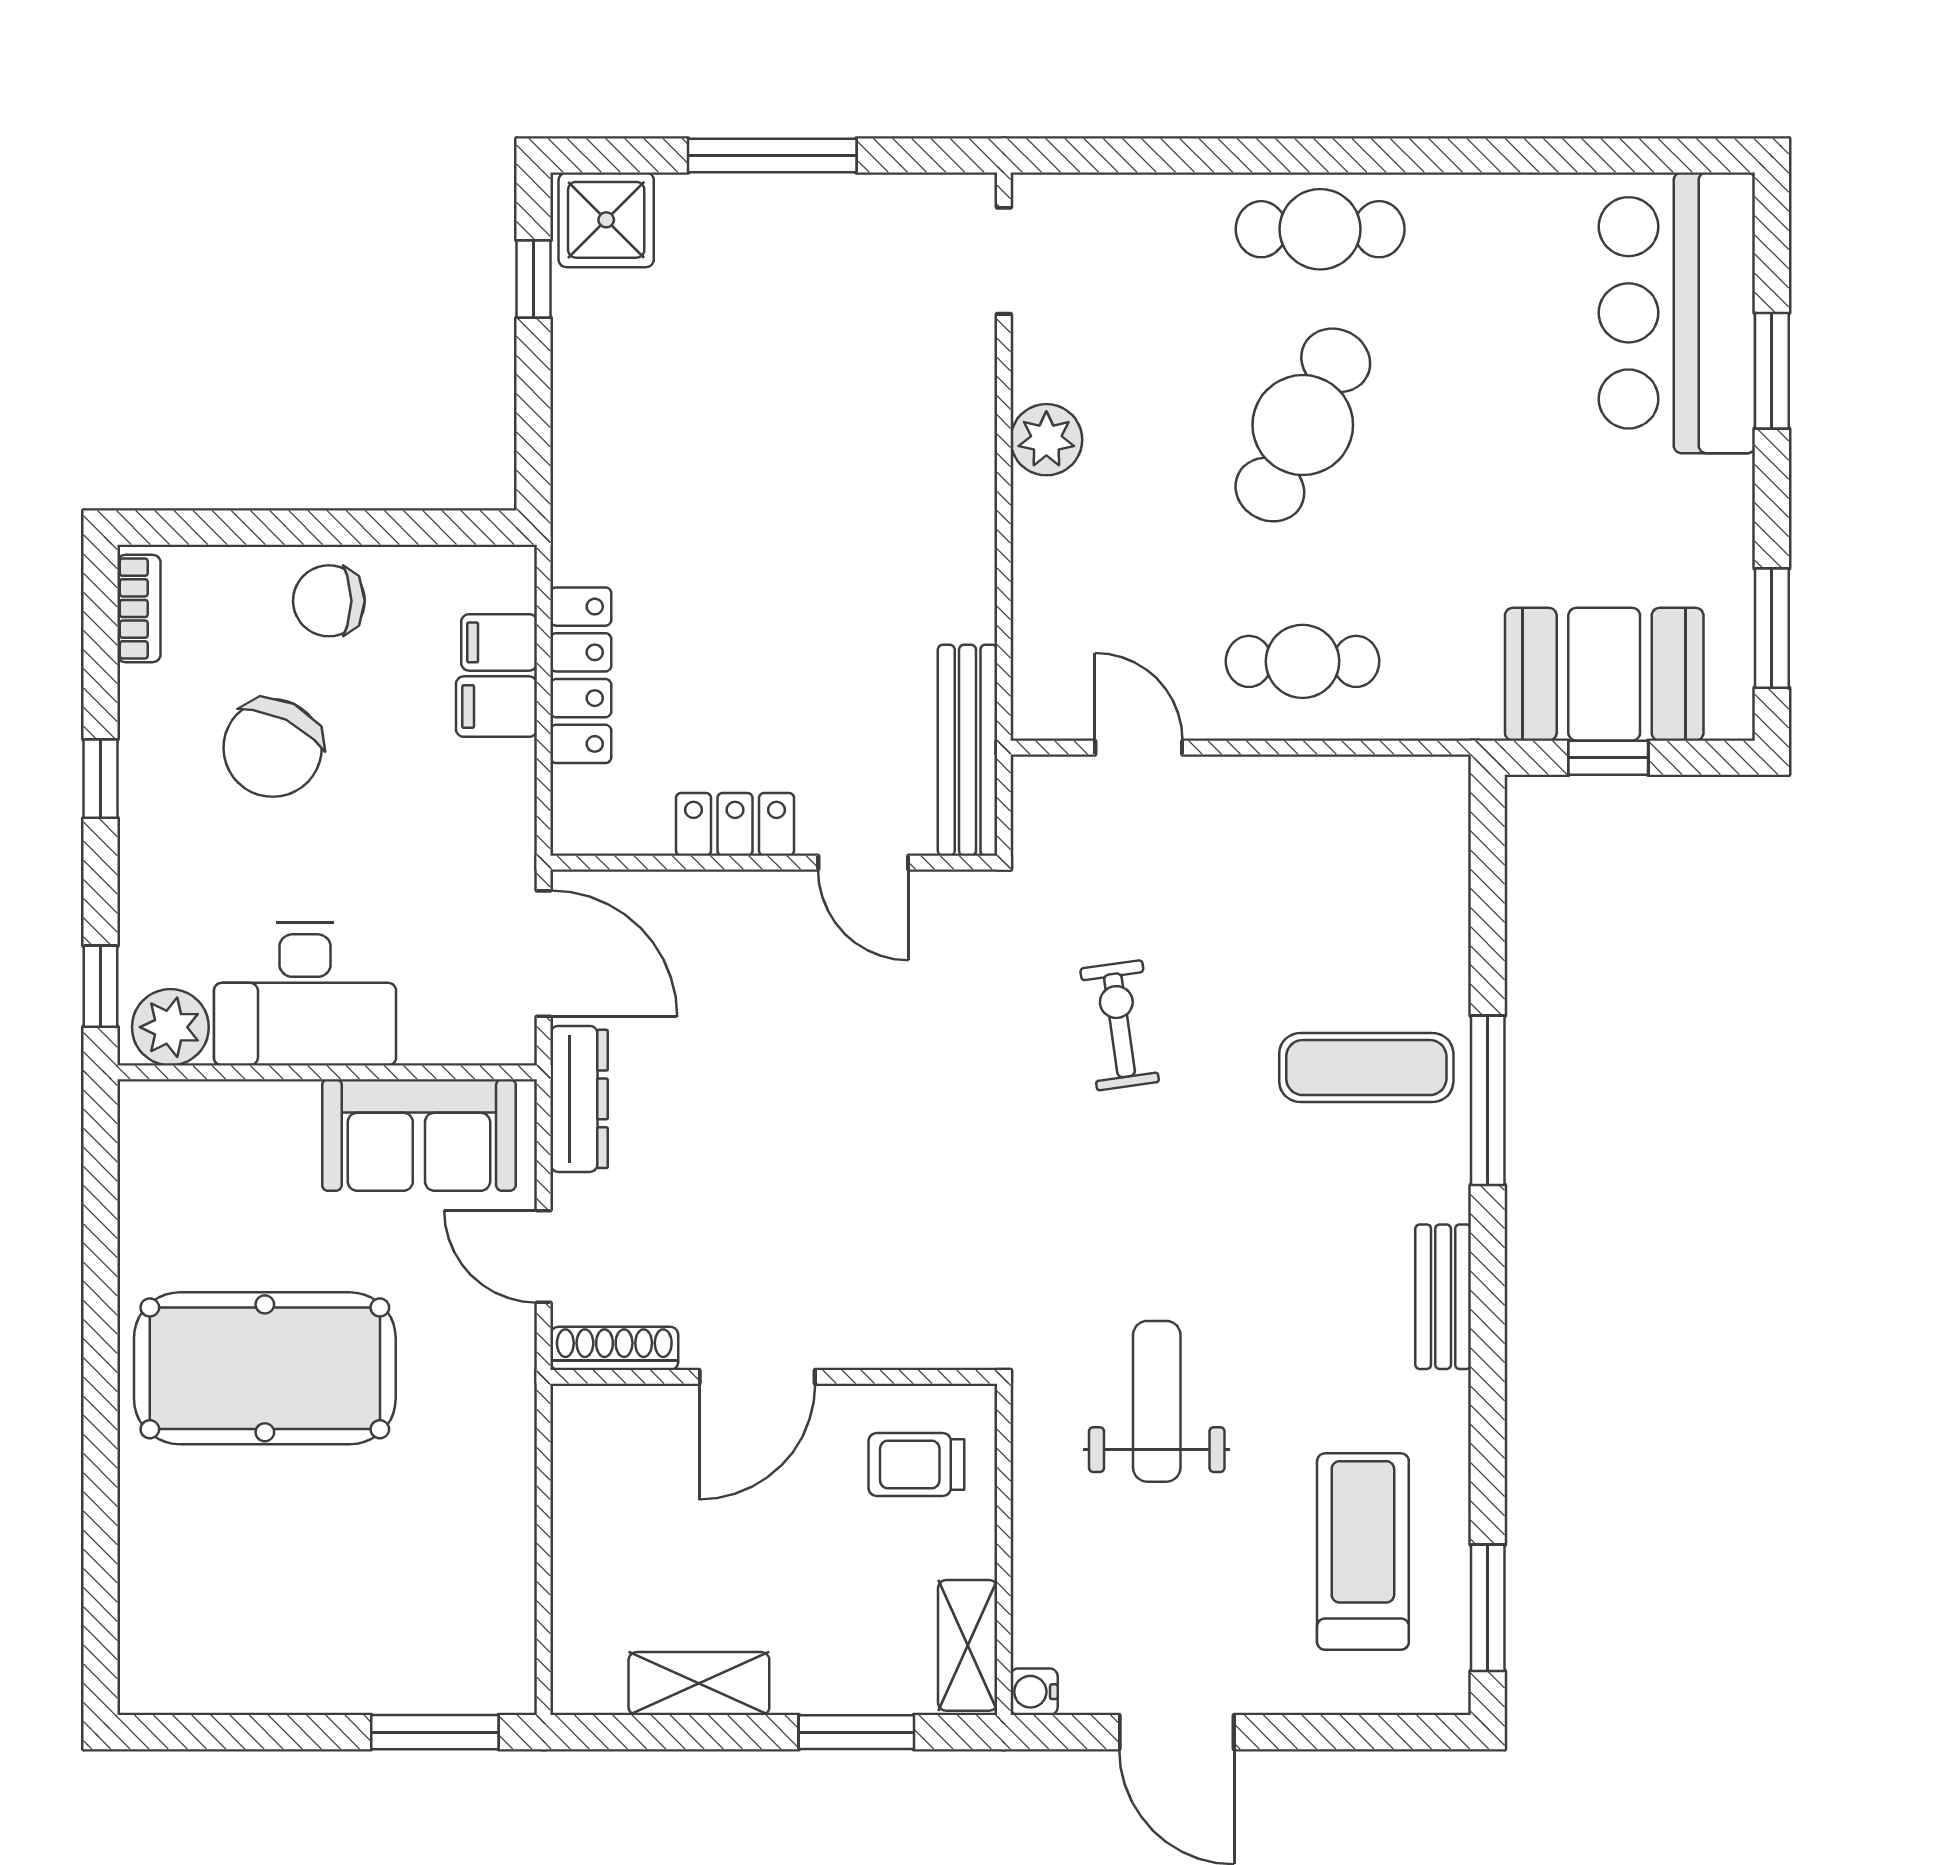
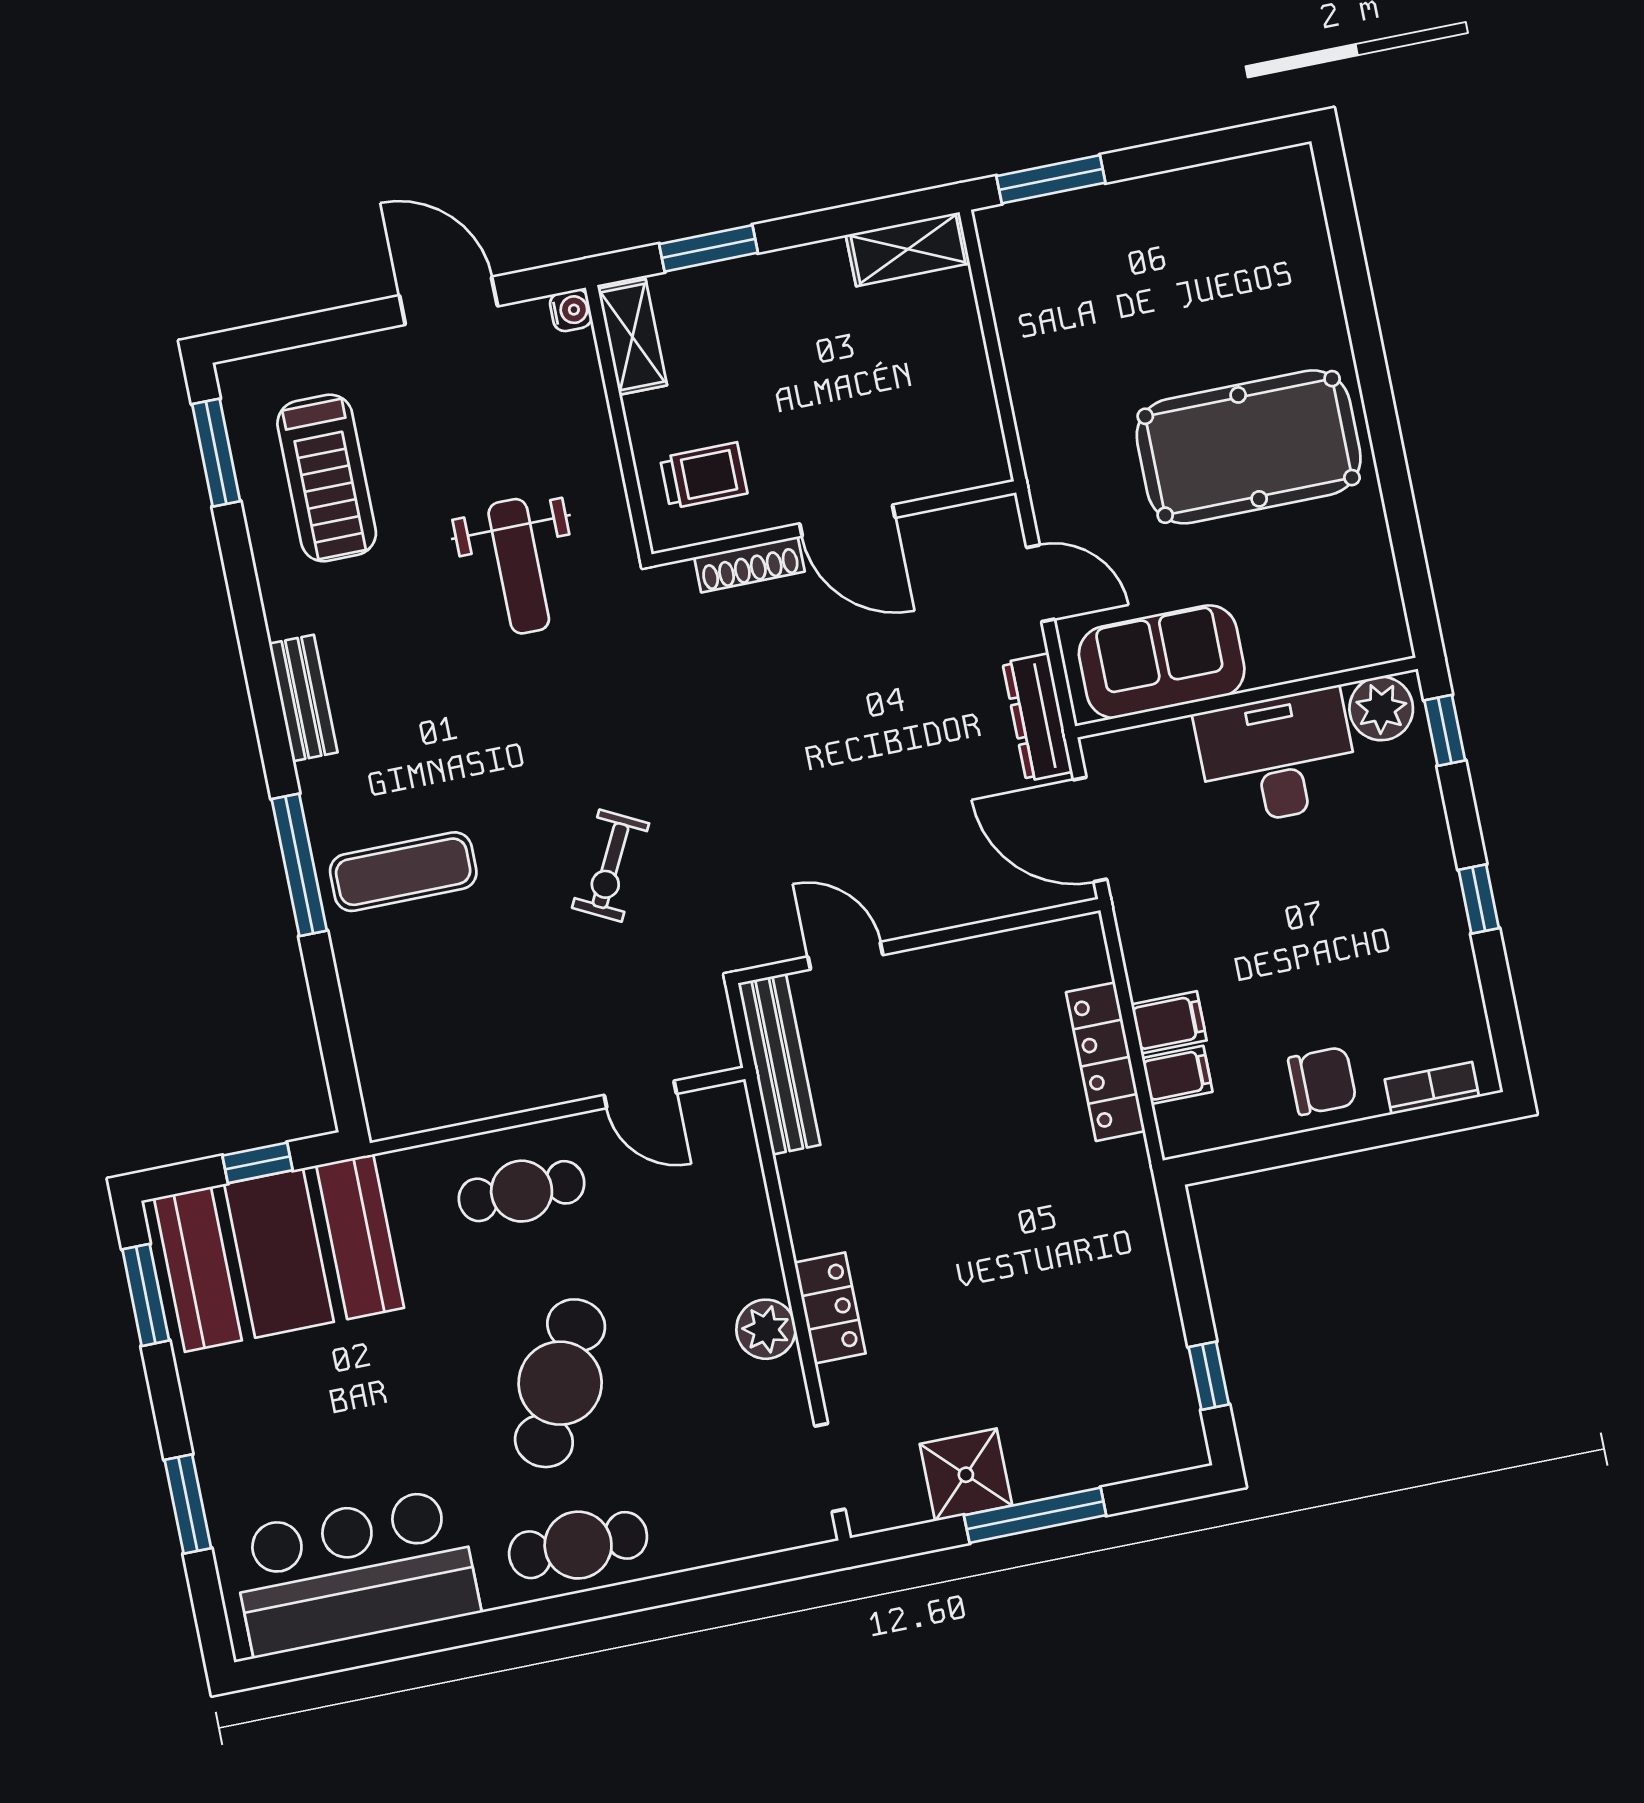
shower: (606, 220) -> (966, 1475), moved
bar counter: (1677, 313) -> (355, 1572), moved, turned -90
bookcase: (139, 608) -> (1432, 1088), moved, turned 90
booth: (1604, 674) -> (279, 1253), width x1.36, depth x1.42
chair: (273, 748) -> (1344, 952), removed
locker: (735, 824) -> (830, 1308), moved, turned -90
exercise bike: (1120, 1025) -> (611, 866), turned 35
shoe rack: (614, 1348) -> (749, 564), moved
door: (757, 1377) -> (847, 521), swing flipped
shelving: (699, 1684) -> (908, 249), moved

